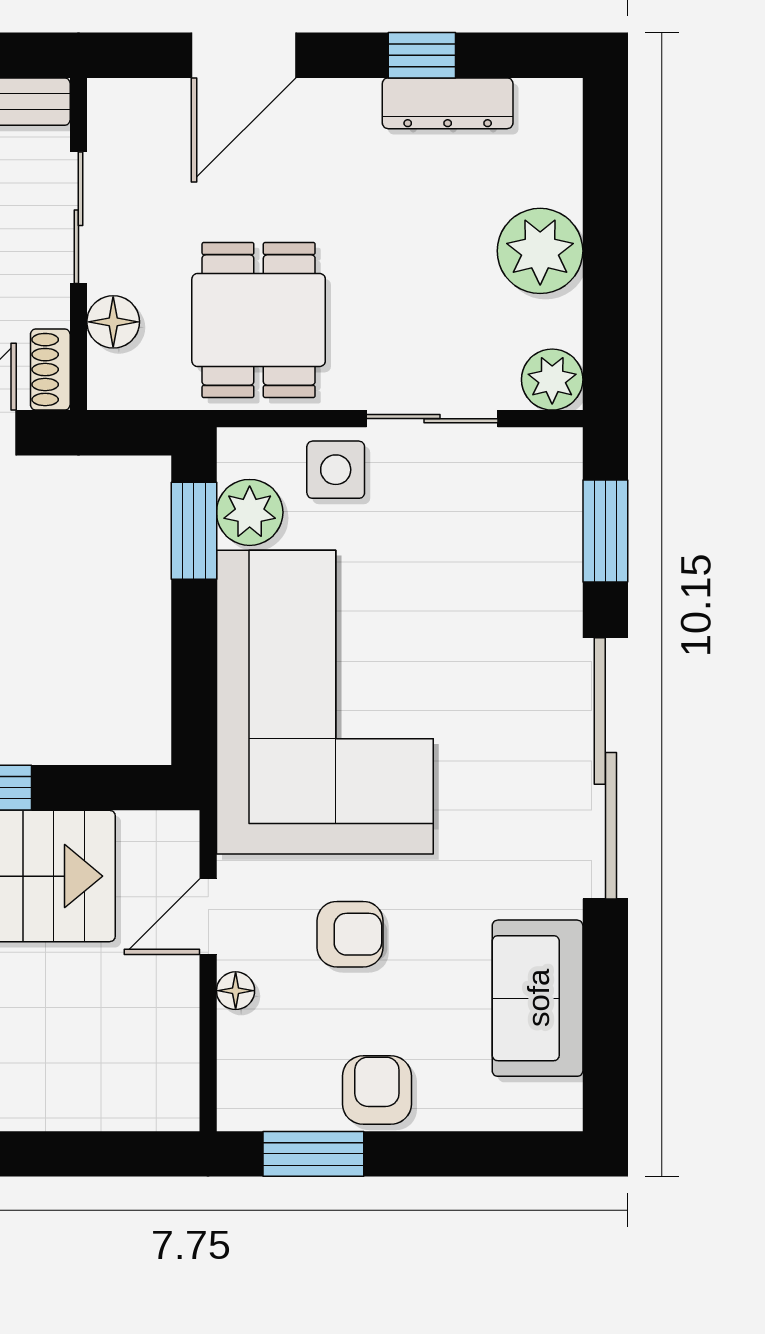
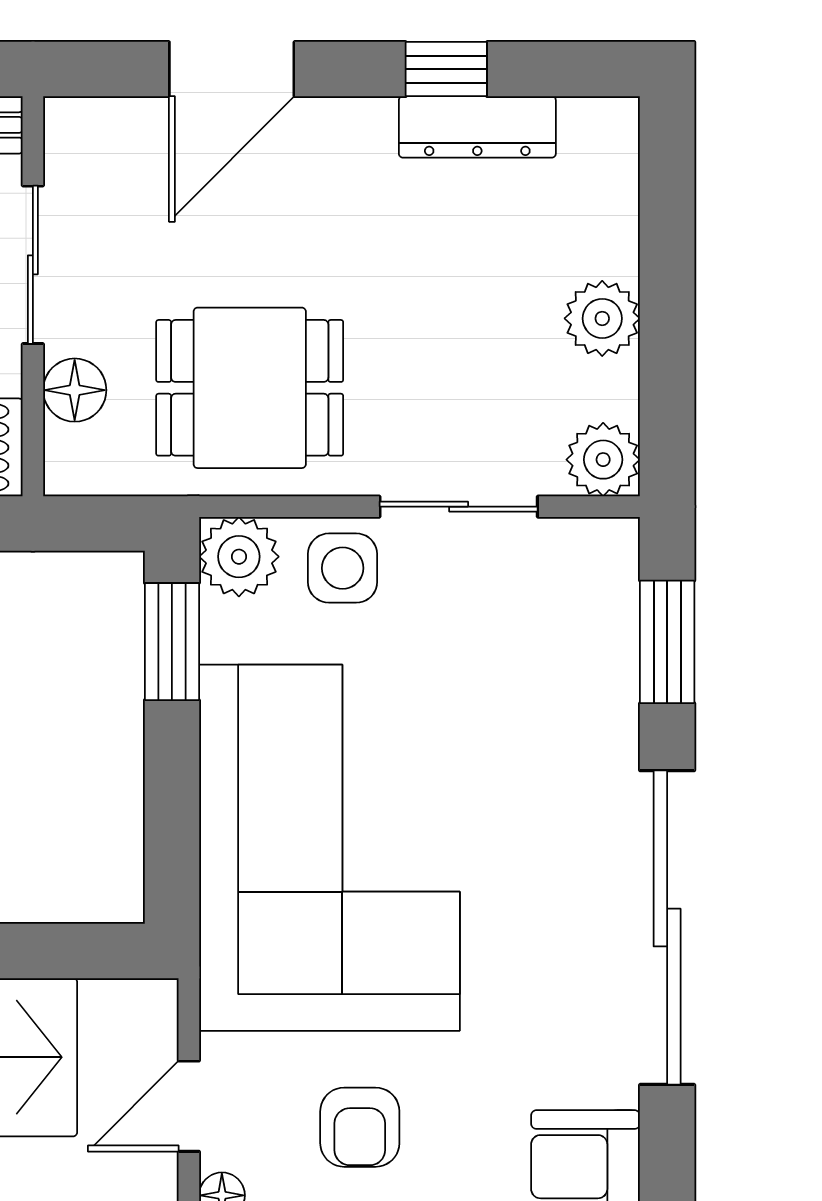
plant: (540, 251) -> (602, 318), width x0.73, depth x0.73
dining table: (259, 320) -> (250, 388), turned 90
plant: (250, 512) -> (239, 557), moved
armchair: (350, 934) -> (360, 1127), turned 90

